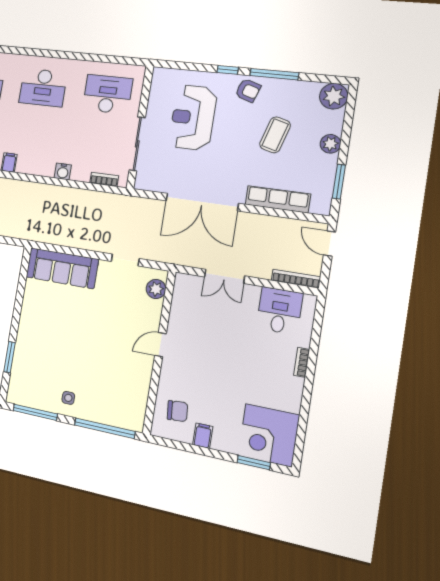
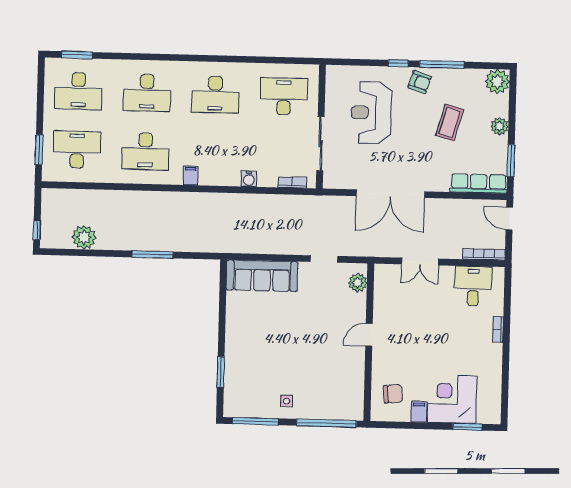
row of seats: (278, 199) -> (479, 184), moved
corner desk: (269, 435) -> (452, 399), moved, turned 90

